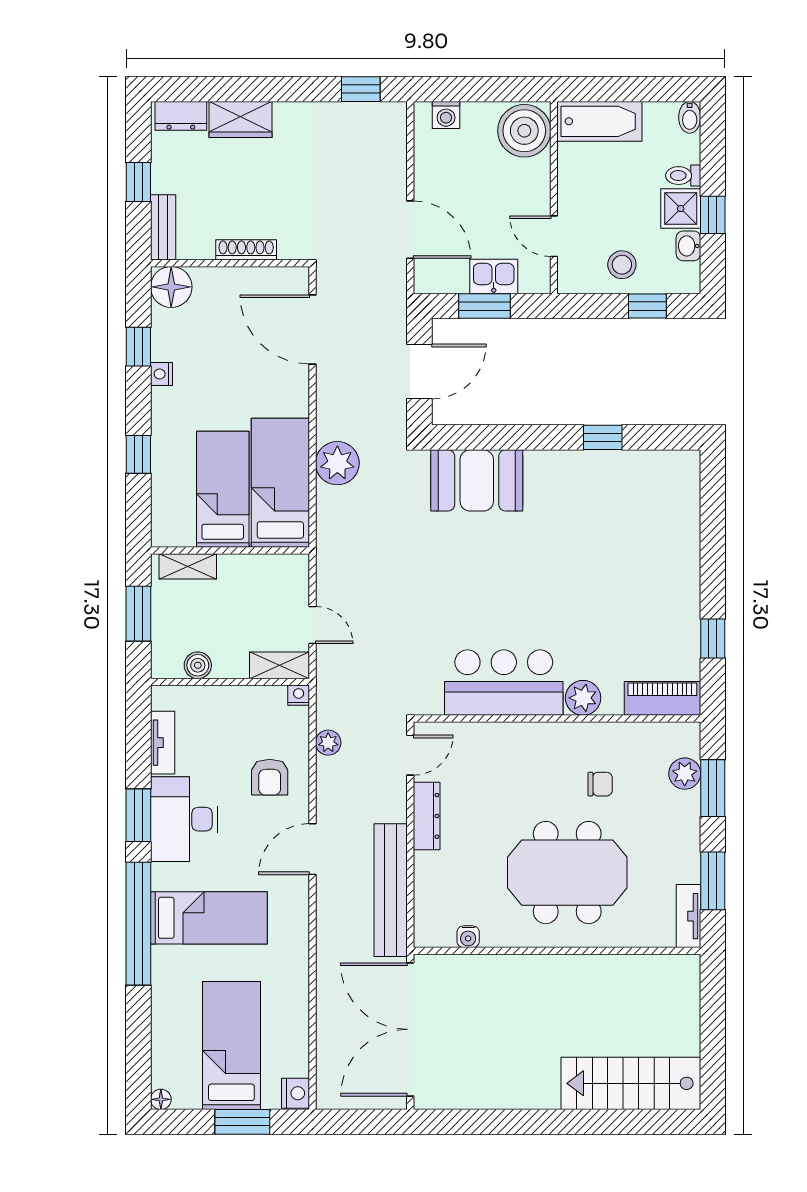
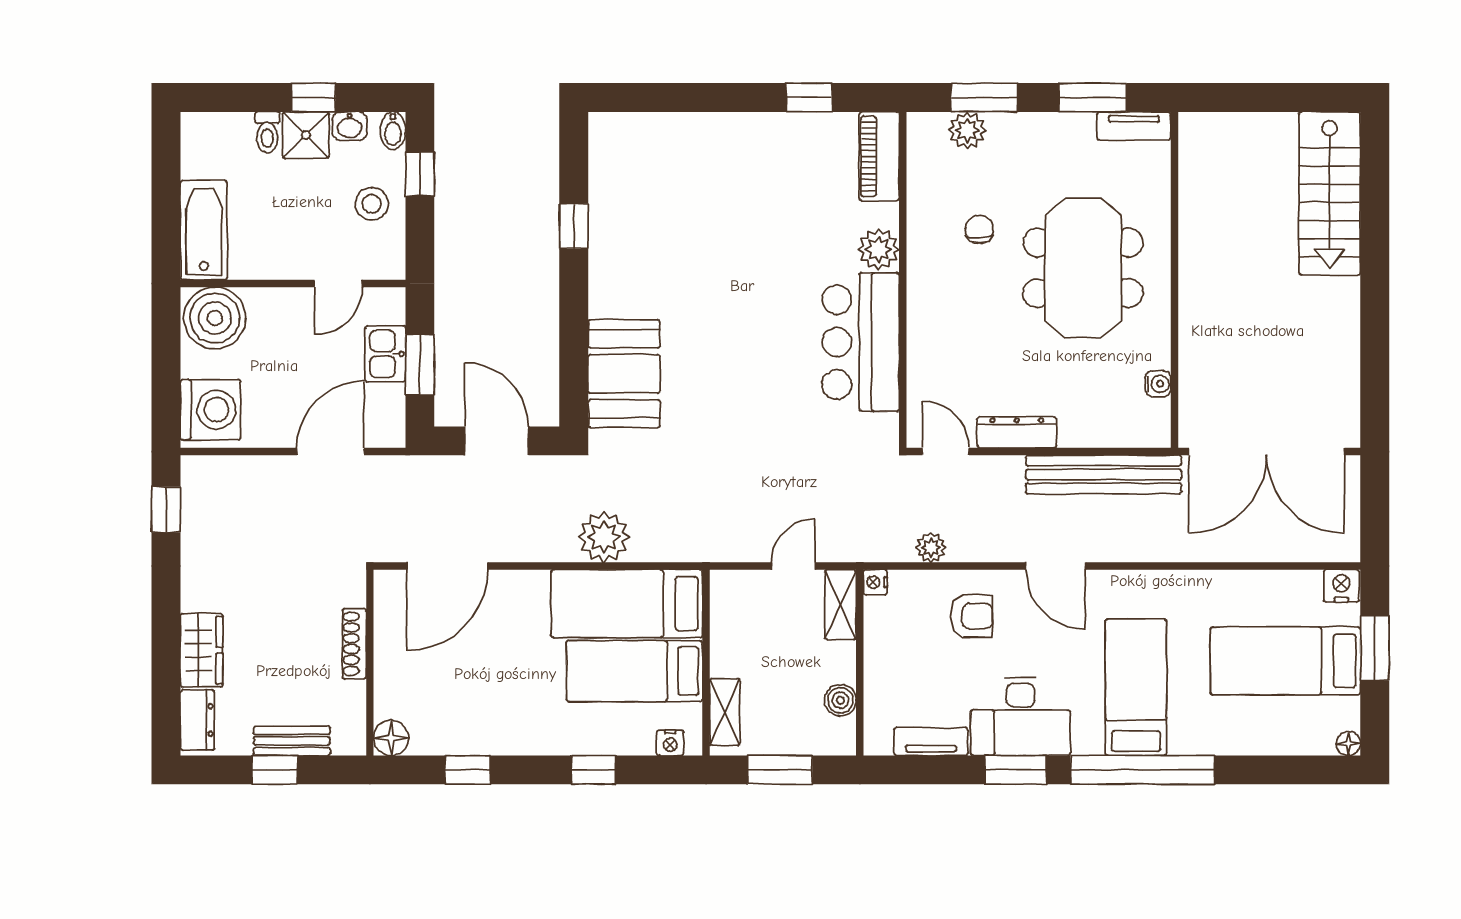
washing machine: (446, 115) -> (210, 410), width x1.89, depth x1.89
bidet: (690, 117) -> (393, 131), moved, turned 90
bench: (163, 227) -> (292, 741), moved
floor lamp: (171, 287) -> (391, 738), width x0.73, depth x0.73
nightstand: (161, 374) -> (670, 743), moved

